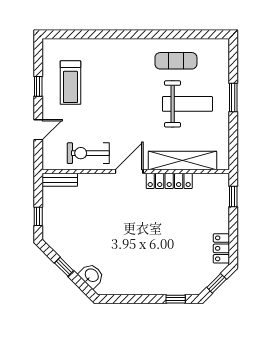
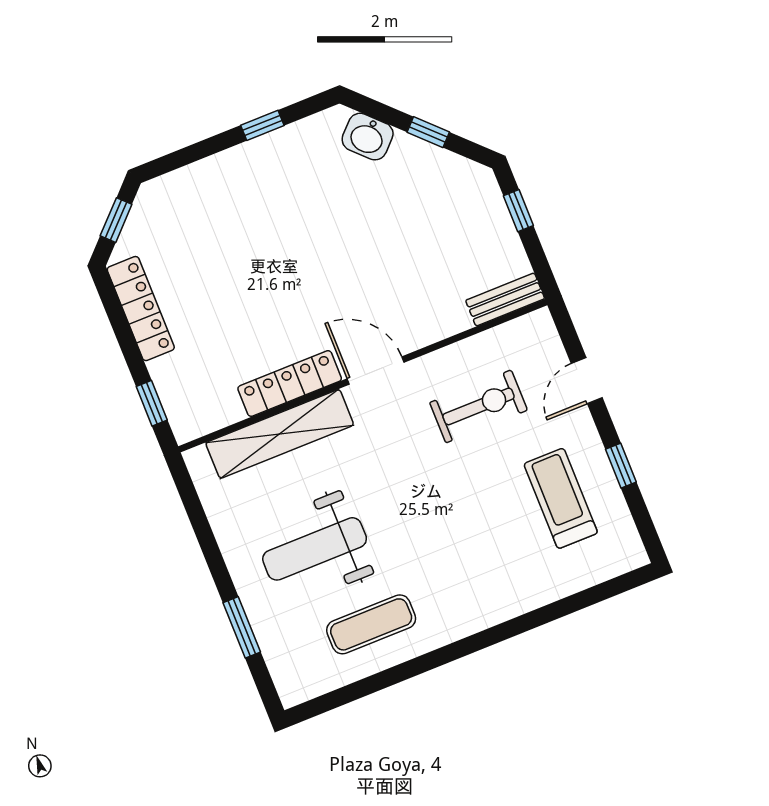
window: (233, 98) -> (242, 627), moved
exercise bike: (88, 153) -> (479, 406), moved
door: (129, 171) -> (376, 370), swing flipped
locker: (221, 248) -> (141, 309), width x1.53
window: (176, 299) -> (262, 125), moved

